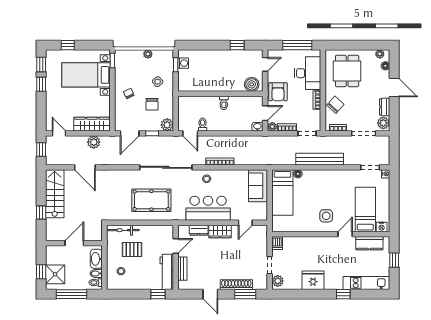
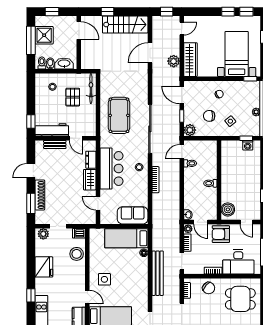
door: (74, 243) -> (79, 31), moved
stool: (299, 245) -> (77, 254), added
shower: (55, 274) -> (44, 35), moved

